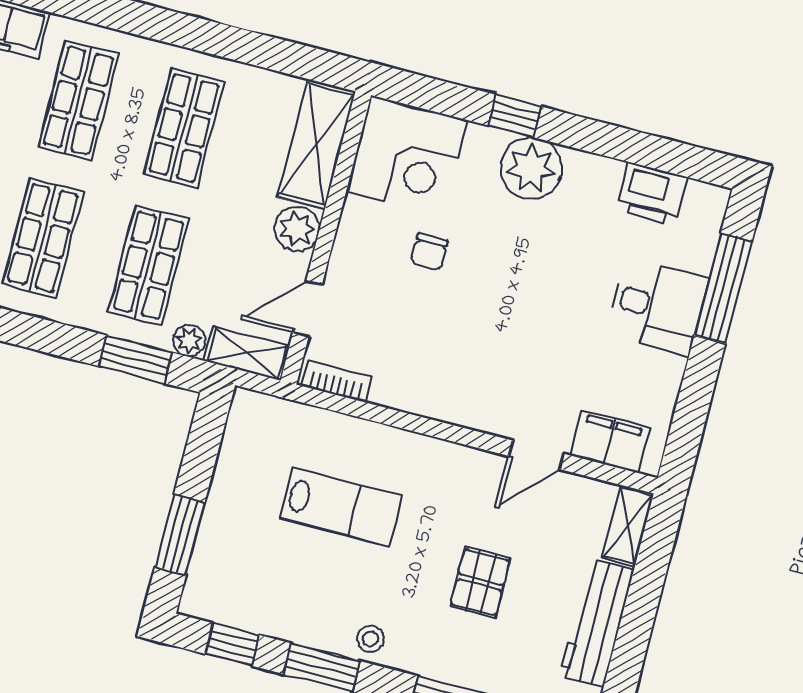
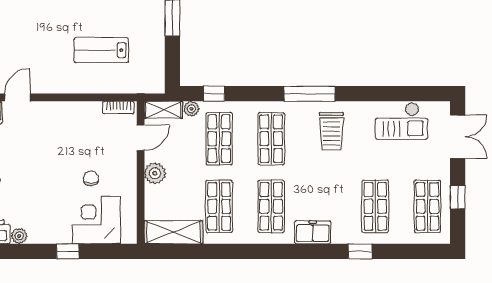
shelving: (317, 144) -> (173, 232), moved, turned 90
corner desk: (407, 156) -> (97, 220), moved
plant: (531, 168) -> (19, 236), moved, width x0.53, depth x0.53
window: (136, 359) -> (214, 94), width x0.67
pallet: (480, 582) -> (28, 32), removed

